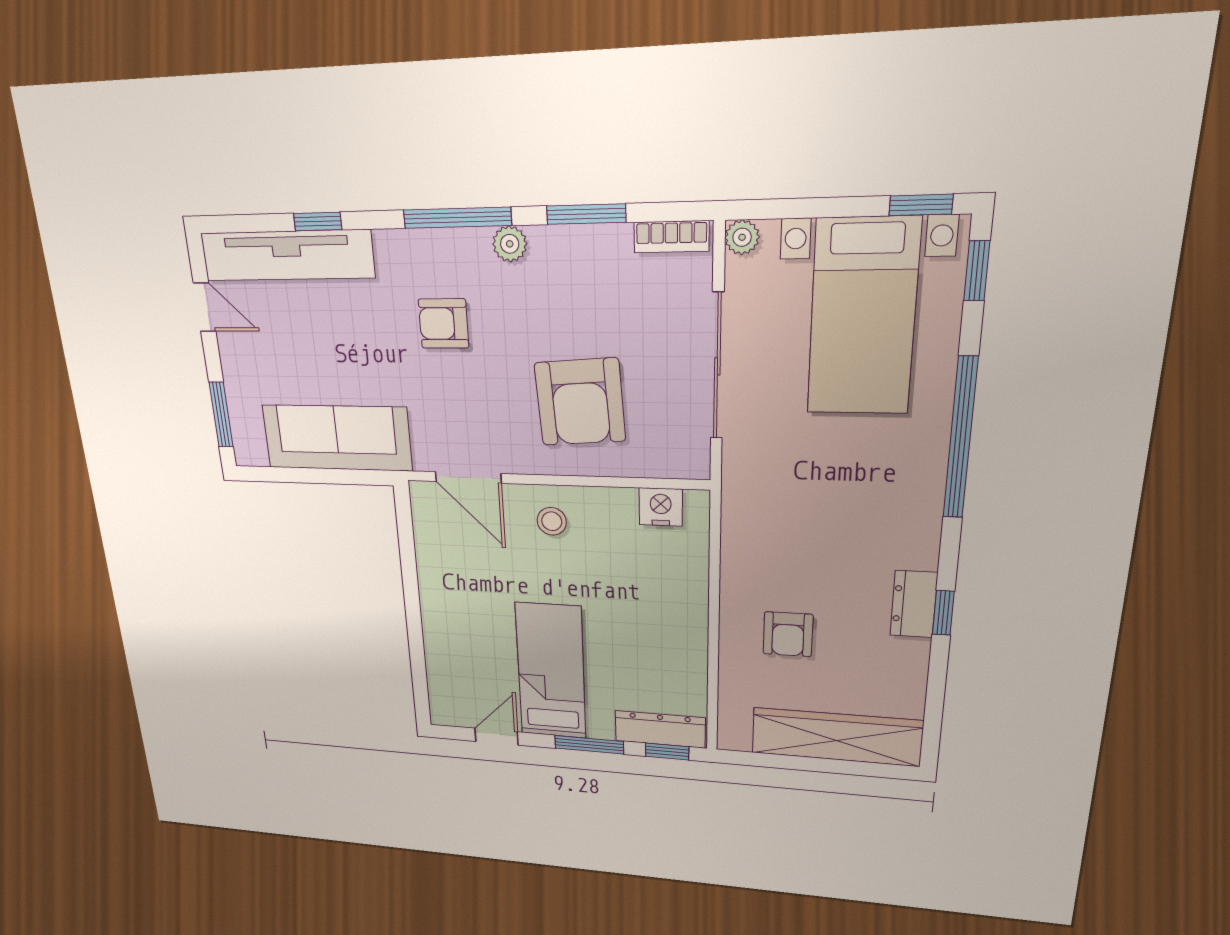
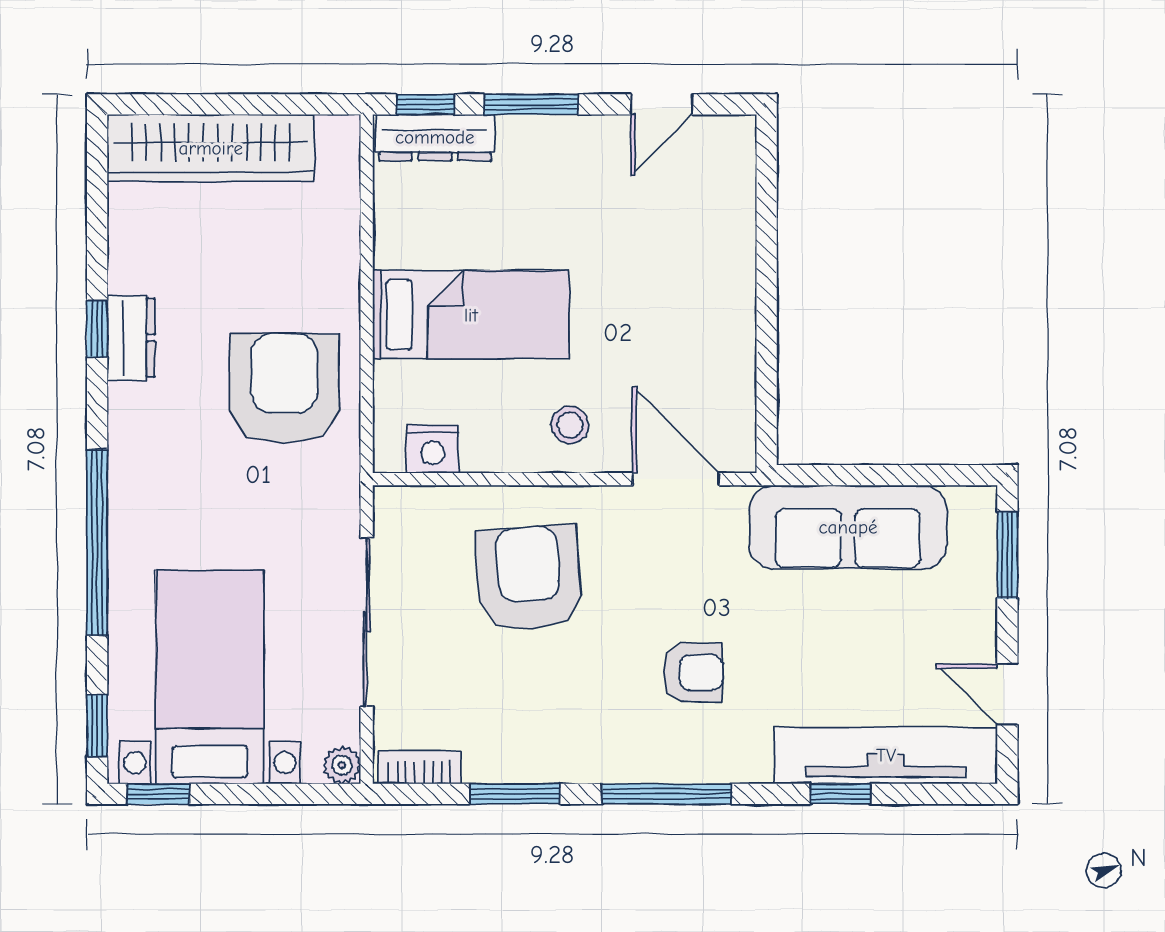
plant: (510, 244) -> (605, 763), removed
armchair: (788, 634) -> (284, 388), moved, width x1.88, depth x1.88
bed: (551, 671) -> (471, 315), moved, turned -90

